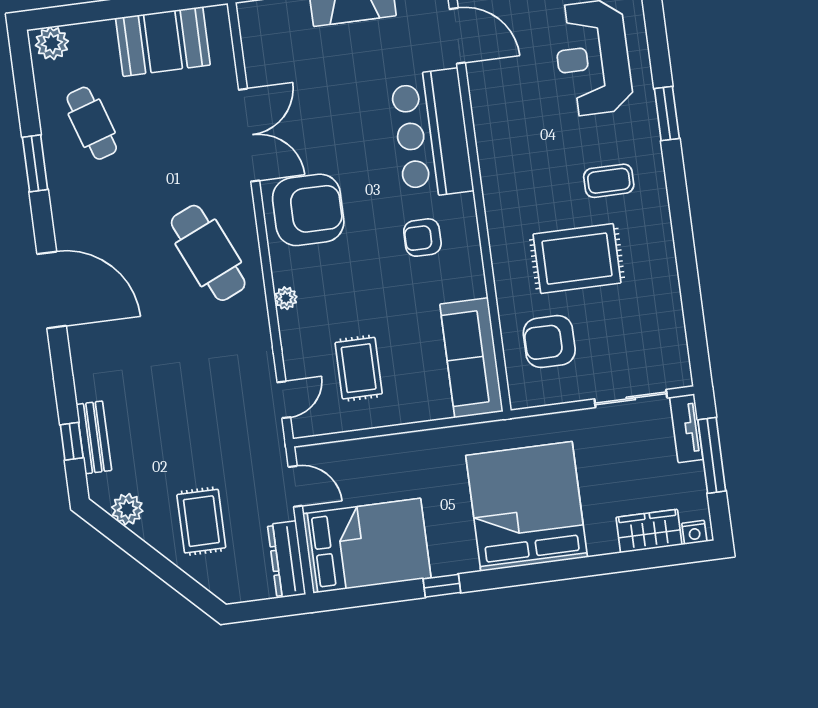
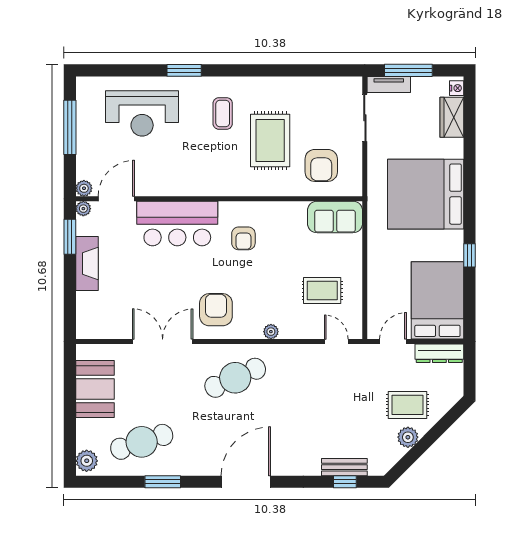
cafe table: (92, 123) -> (142, 442), width x1.37, depth x1.35
armchair: (308, 210) -> (216, 310), width x0.73, depth x0.73
sofa: (471, 358) -> (335, 217), width x0.73
plant: (127, 509) -> (408, 437), moved

